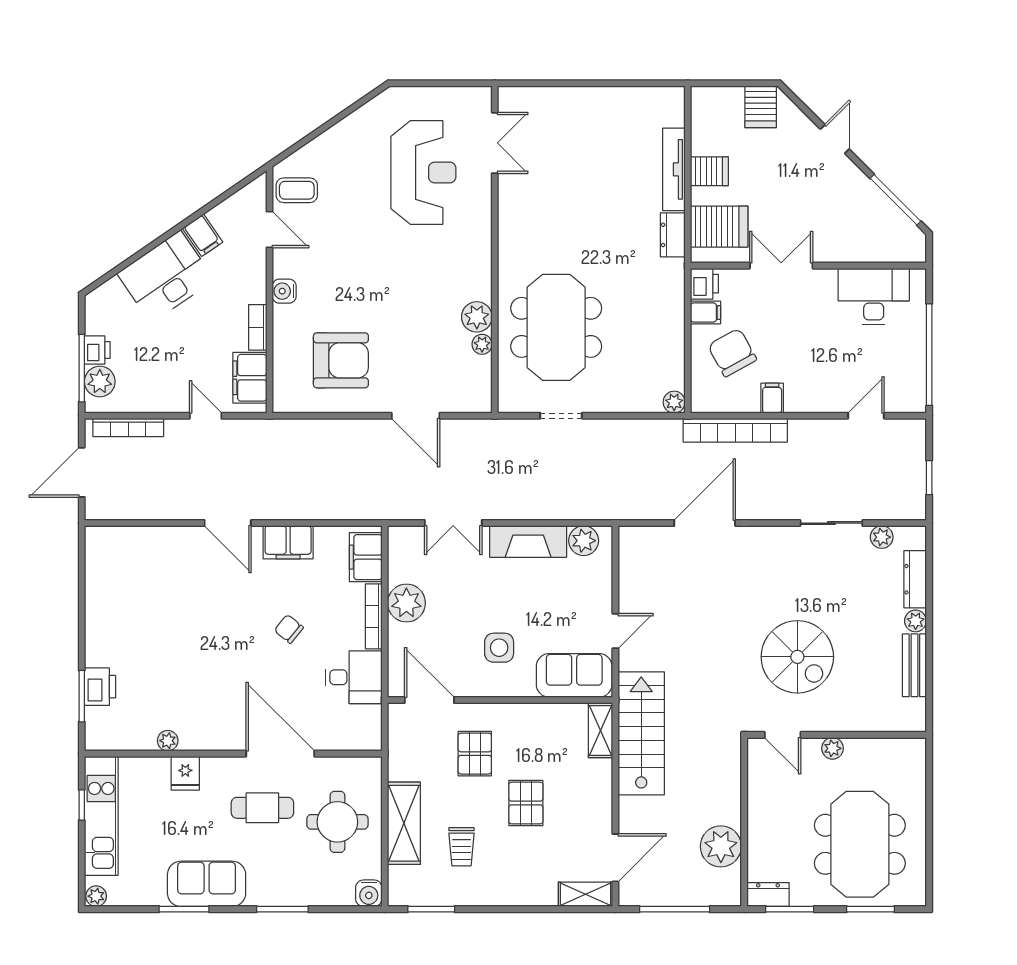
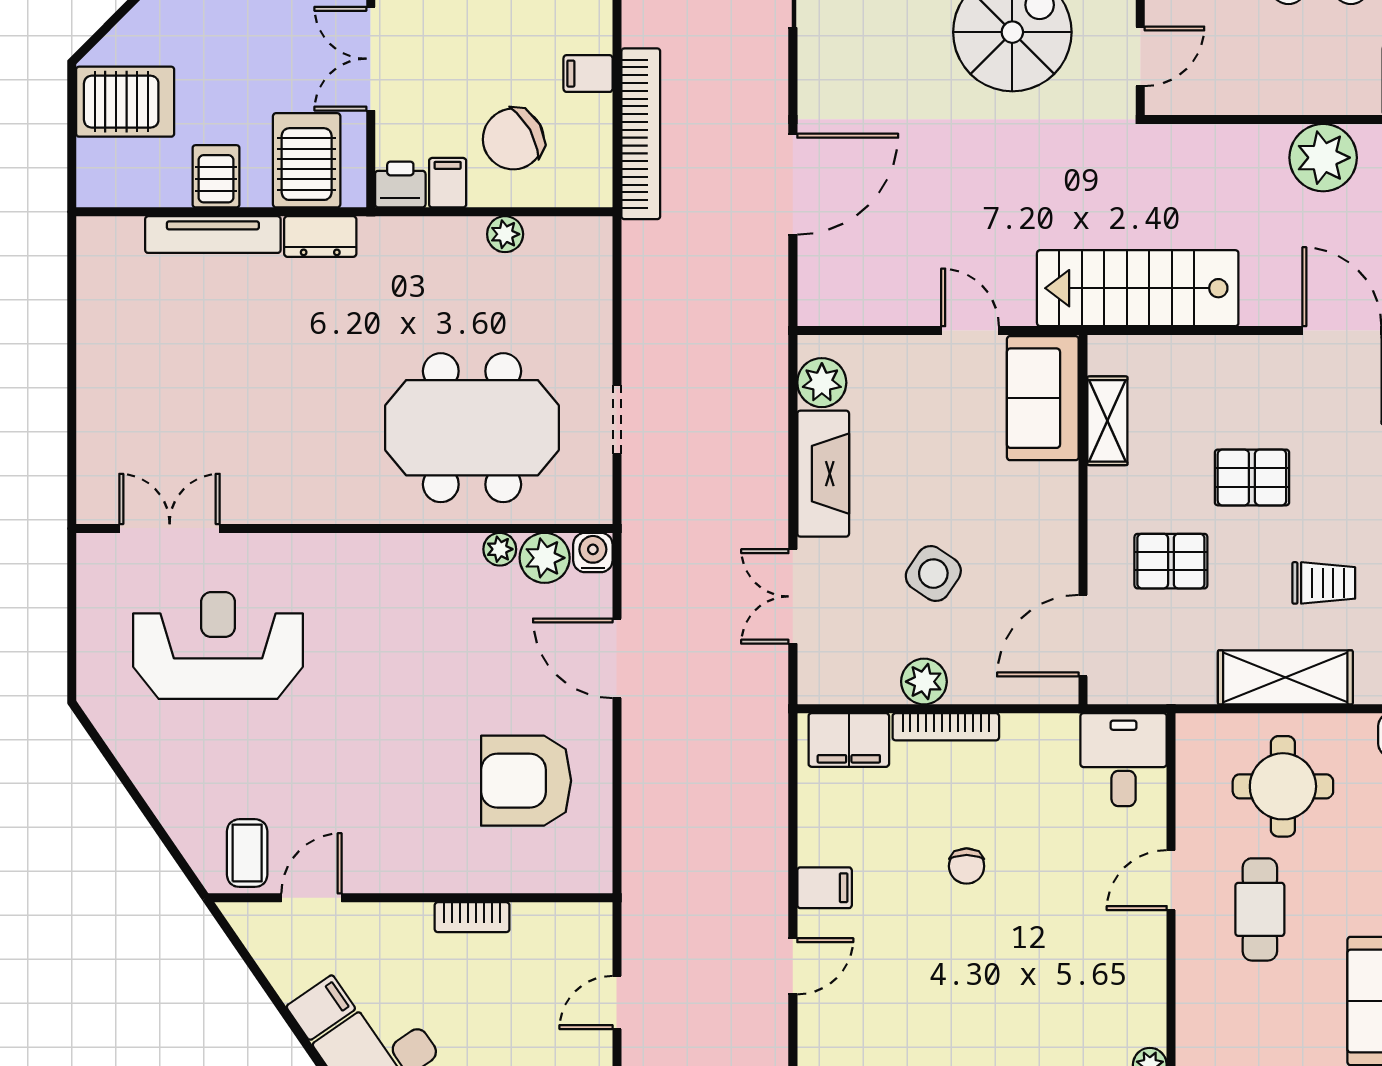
server rack: (761, 107) -> (125, 102), width x1.36, depth x1.44
water cooler: (284, 291) -> (593, 553), moved, turned 180
plant: (477, 317) -> (545, 558), moved
armchair: (341, 360) -> (526, 781), turned -90
filing cabinet: (250, 378) -> (555, 930), removed
plant: (674, 402) -> (505, 234), moved
door: (416, 416) -> (617, 658), swing flipped
door: (228, 523) -> (793, 966), width x0.73
double door: (453, 523) -> (793, 596), swing flipped
door: (705, 523) -> (793, 184), swing flipped
filing cabinet: (288, 542) -> (825, 888), width x0.50
plant: (406, 603) -> (924, 682), width x0.73, depth x0.73
chair: (289, 629) -> (967, 866), turned -39
side table: (499, 648) -> (933, 574), moved, turned 34
desk: (354, 677) -> (1124, 760), moved
shelving: (601, 731) -> (1107, 421), moved, turned 90
door: (280, 754) -> (1171, 880), width x0.53
fridge: (185, 773) -> (1203, 1036), removed

